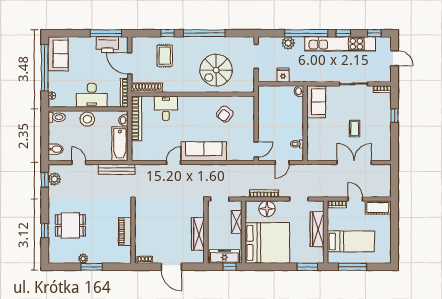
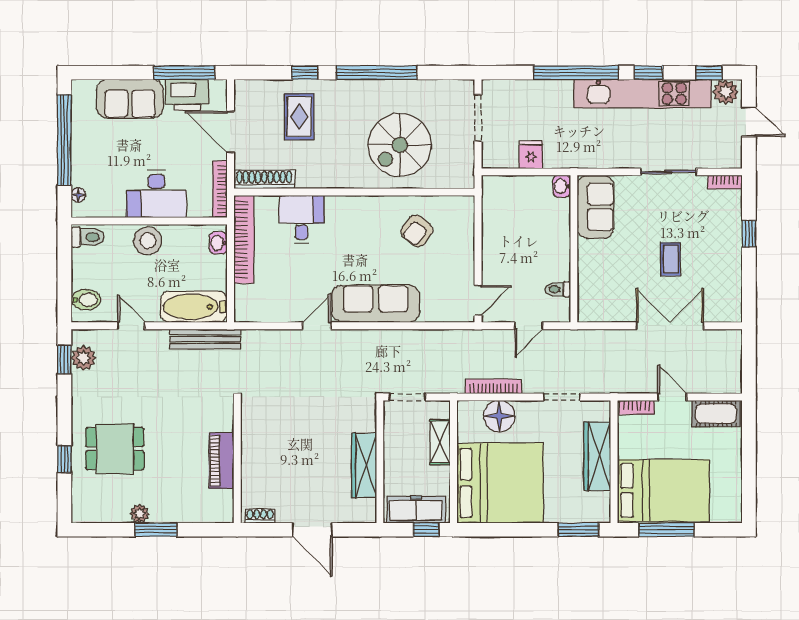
plant: (288, 43) -> (726, 92), moved
sofa: (58, 54) -> (130, 99), moved, turned 90
bathtub: (120, 144) -> (194, 307), moved, turned 90
bed: (351, 241) -> (663, 490), width x1.50

